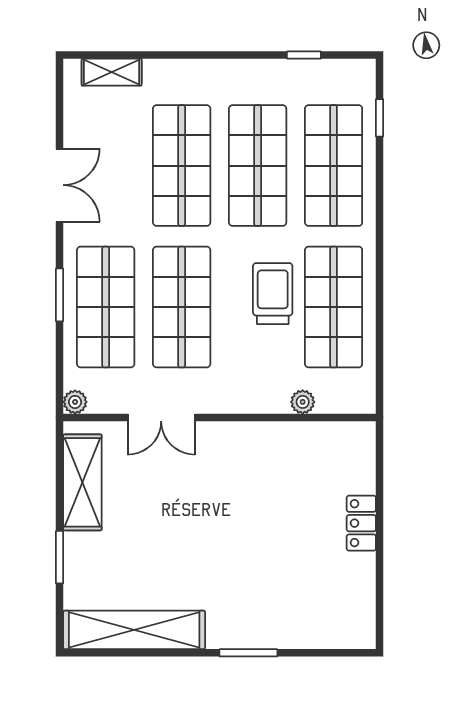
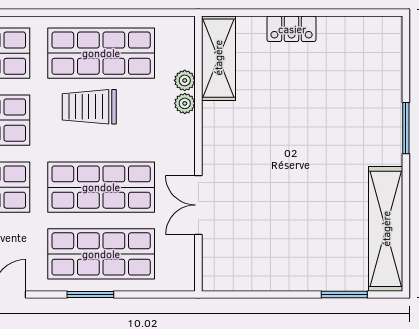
plant: (75, 402) -> (185, 103), moved
double door: (161, 417) -> (198, 205), swing flipped
shelving: (82, 482) -> (218, 58), moved, turned 90
window: (60, 557) -> (344, 295), moved

